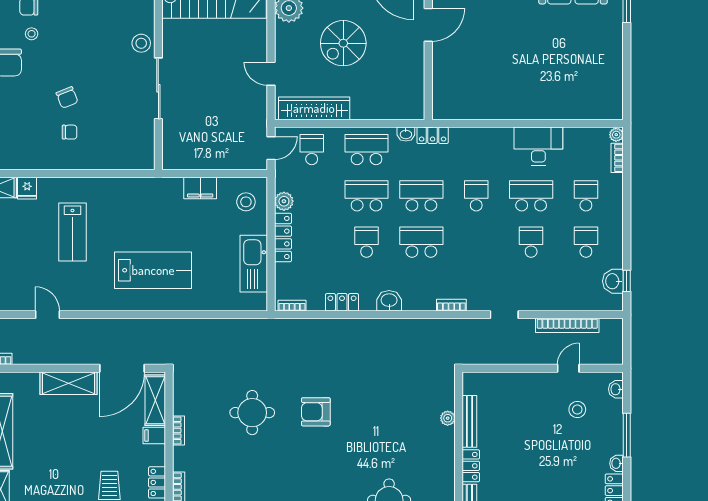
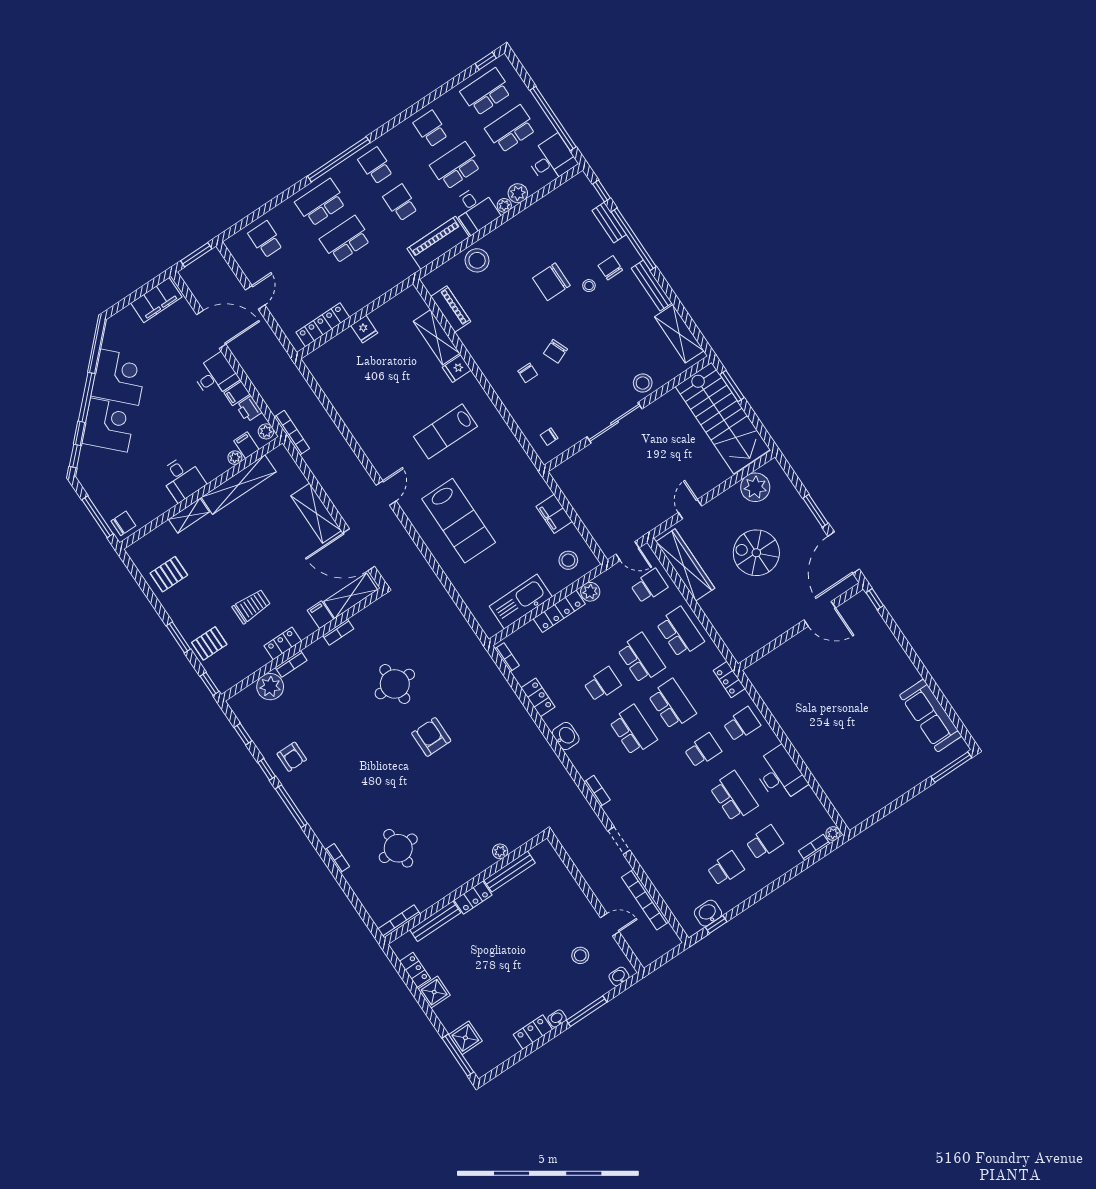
washbasin: (406, 134) -> (715, 657), removed
chair: (134, 150) -> (549, 437), added
school desk: (531, 242) -> (742, 724), moved
door: (48, 315) -> (386, 493), moved

